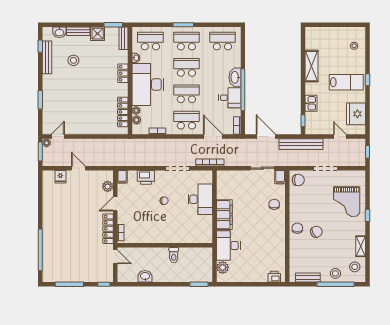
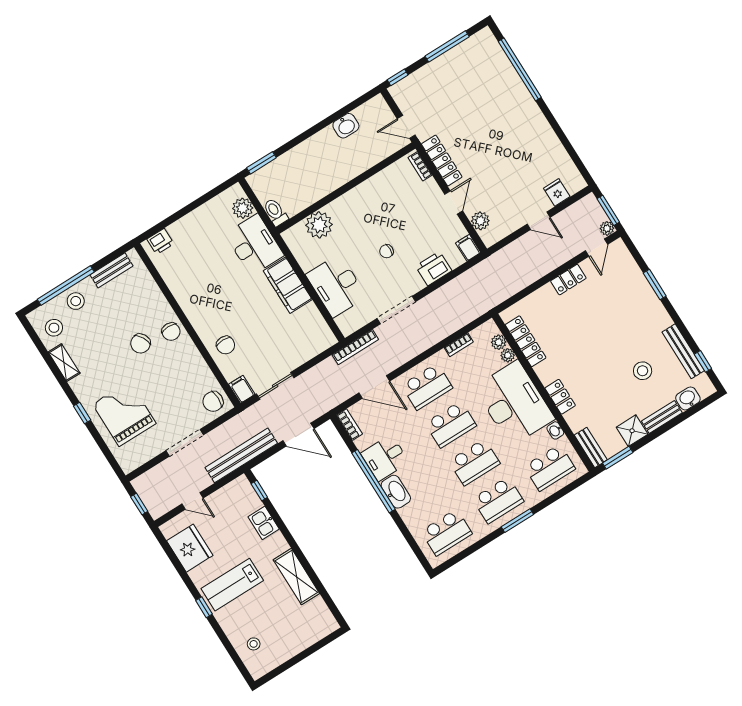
locker: (82, 129) -> (568, 280), added
plant: (190, 235) -> (319, 225), added
toilet: (174, 255) -> (275, 212), moved

